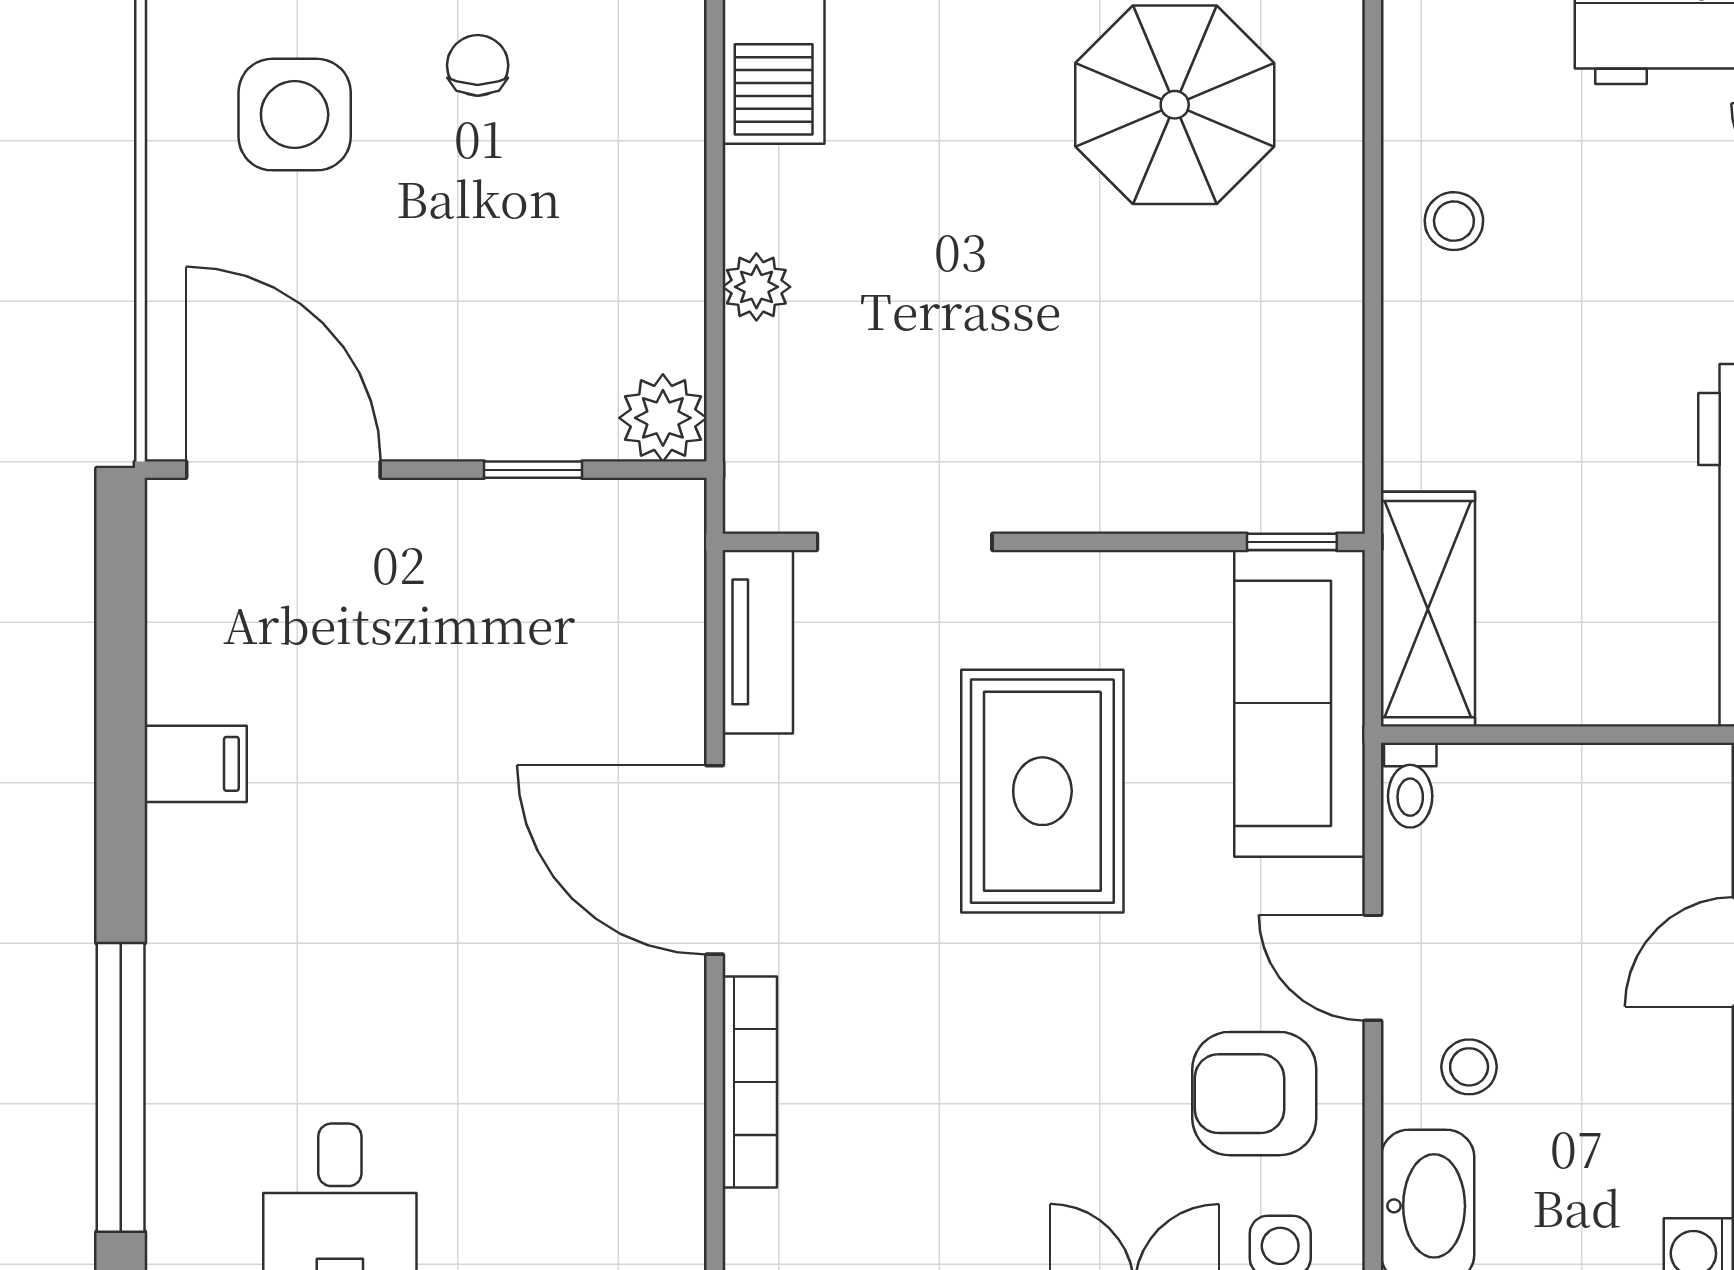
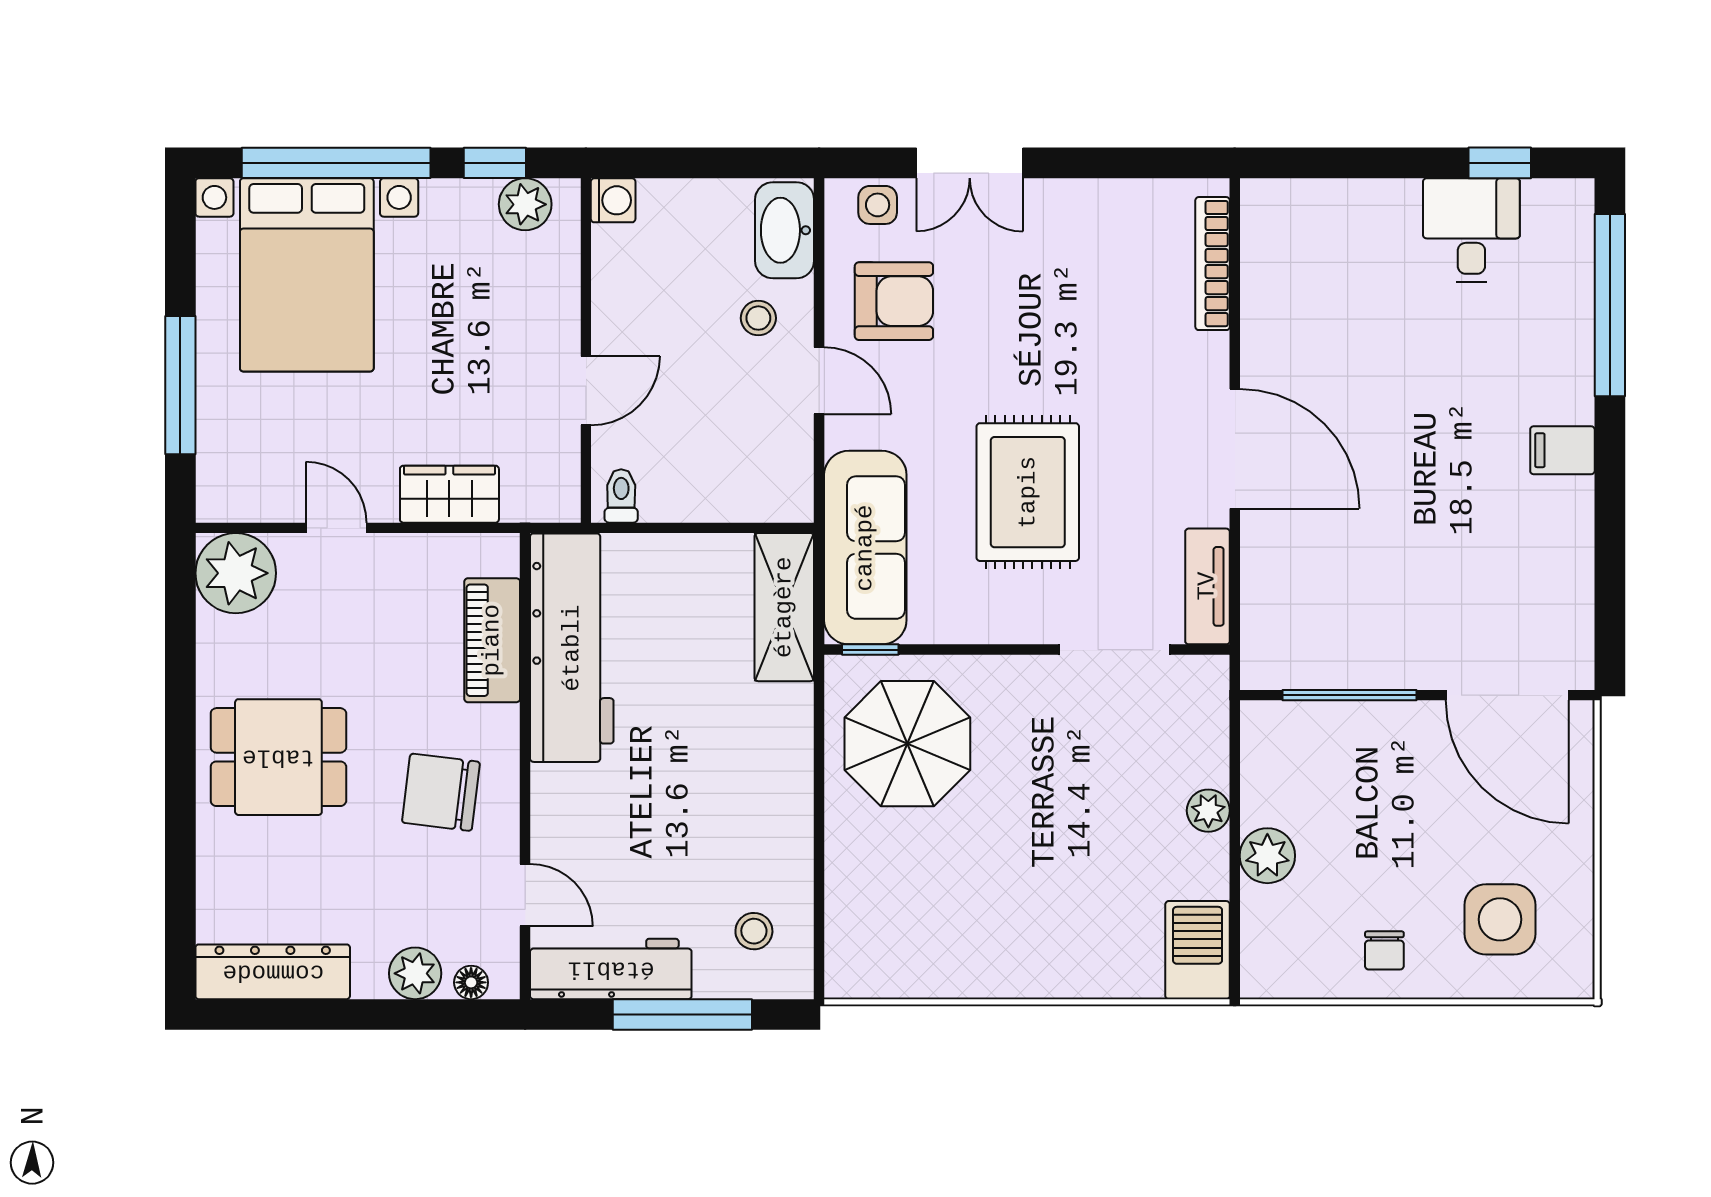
parasol: (1175, 105) -> (907, 744), moved
stool: (1454, 221) -> (754, 931), moved
plant: (663, 418) -> (1267, 856), moved
window: (533, 470) -> (1349, 695), width x2.17
filing cabinet: (196, 764) -> (1562, 450), moved
toilet: (1410, 785) -> (621, 496), moved
bookcase: (750, 1082) -> (1213, 264), moved

